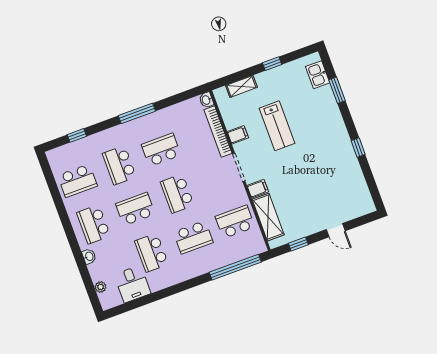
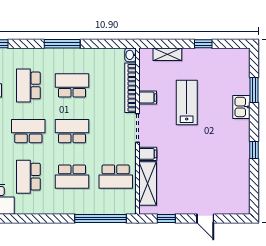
kitchen sink: (318, 75) -> (241, 107), moved
lab bench: (277, 126) -> (187, 102), turned 180
school desk: (177, 194) -> (72, 131), turned 90
school desk: (235, 222) -> (116, 177), turned 180

